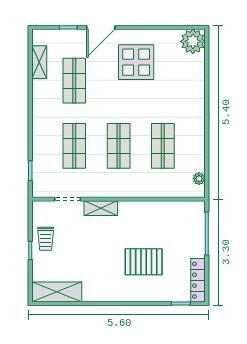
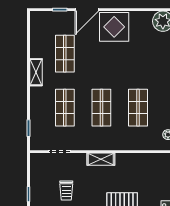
shelving: (39, 62) -> (36, 72), moved
display table: (136, 62) -> (114, 27), moved
shelving: (101, 208) -> (101, 159), moved
trolley: (46, 239) -> (66, 191), moved

